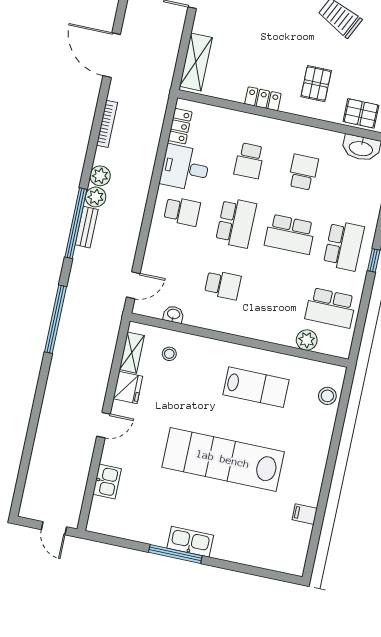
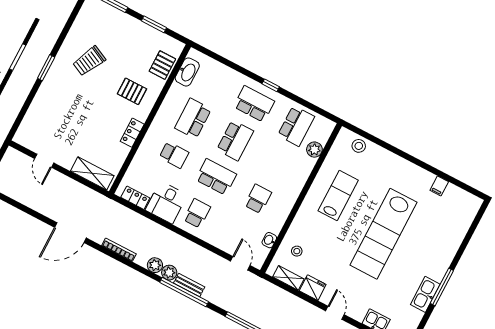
school desk: (303, 172) -> (193, 118), width x1.85
kitchen sink: (190, 542) -> (425, 294), moved

